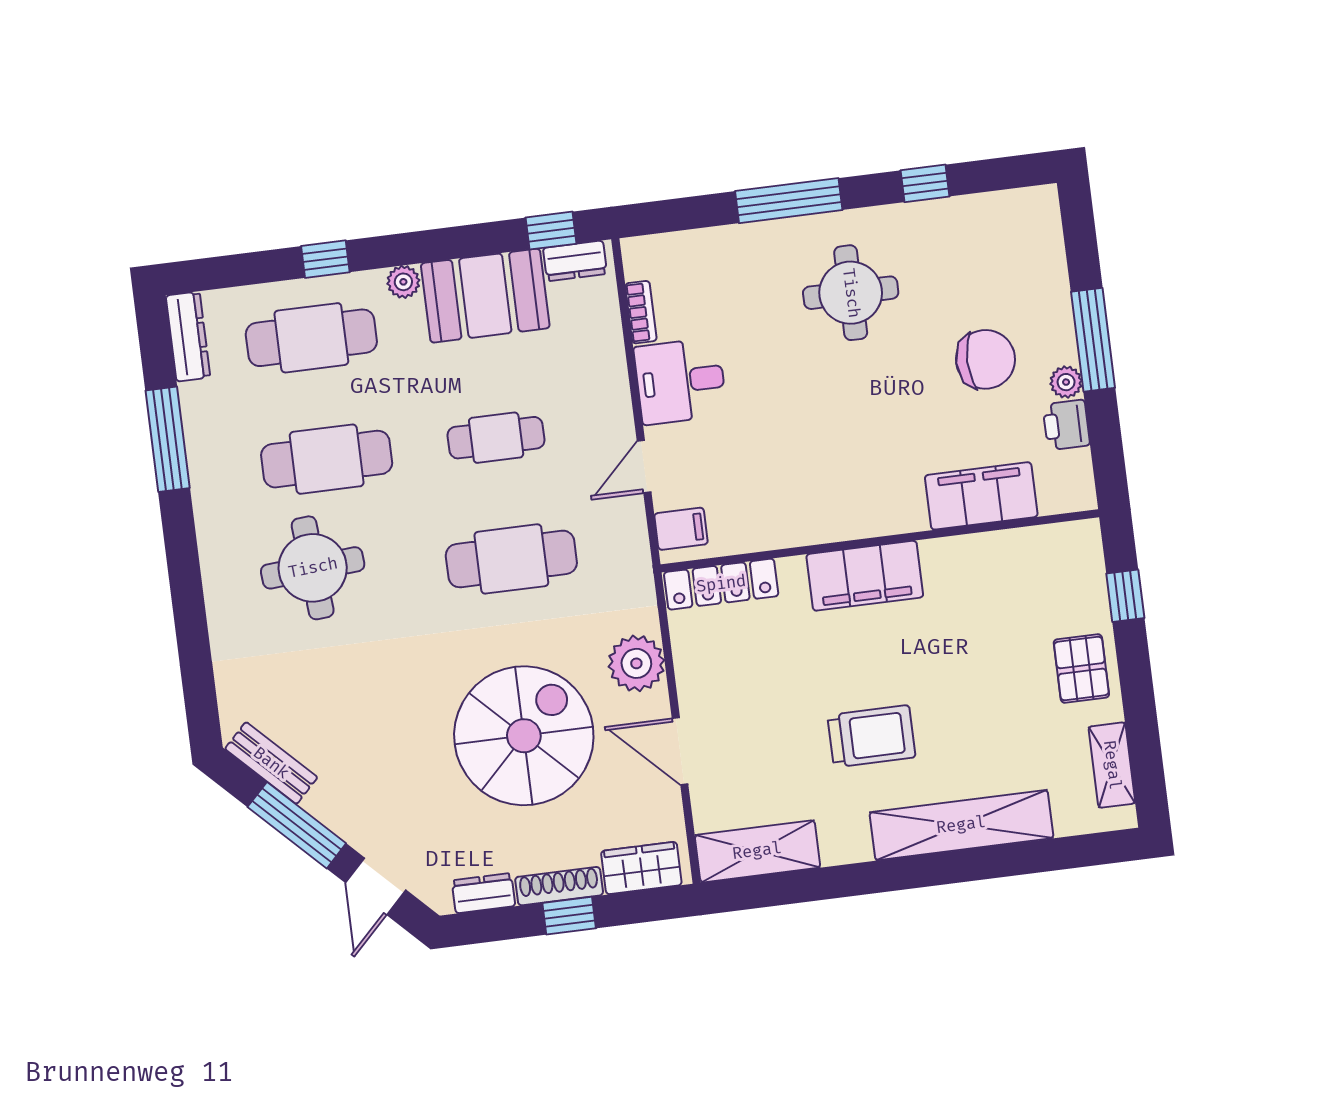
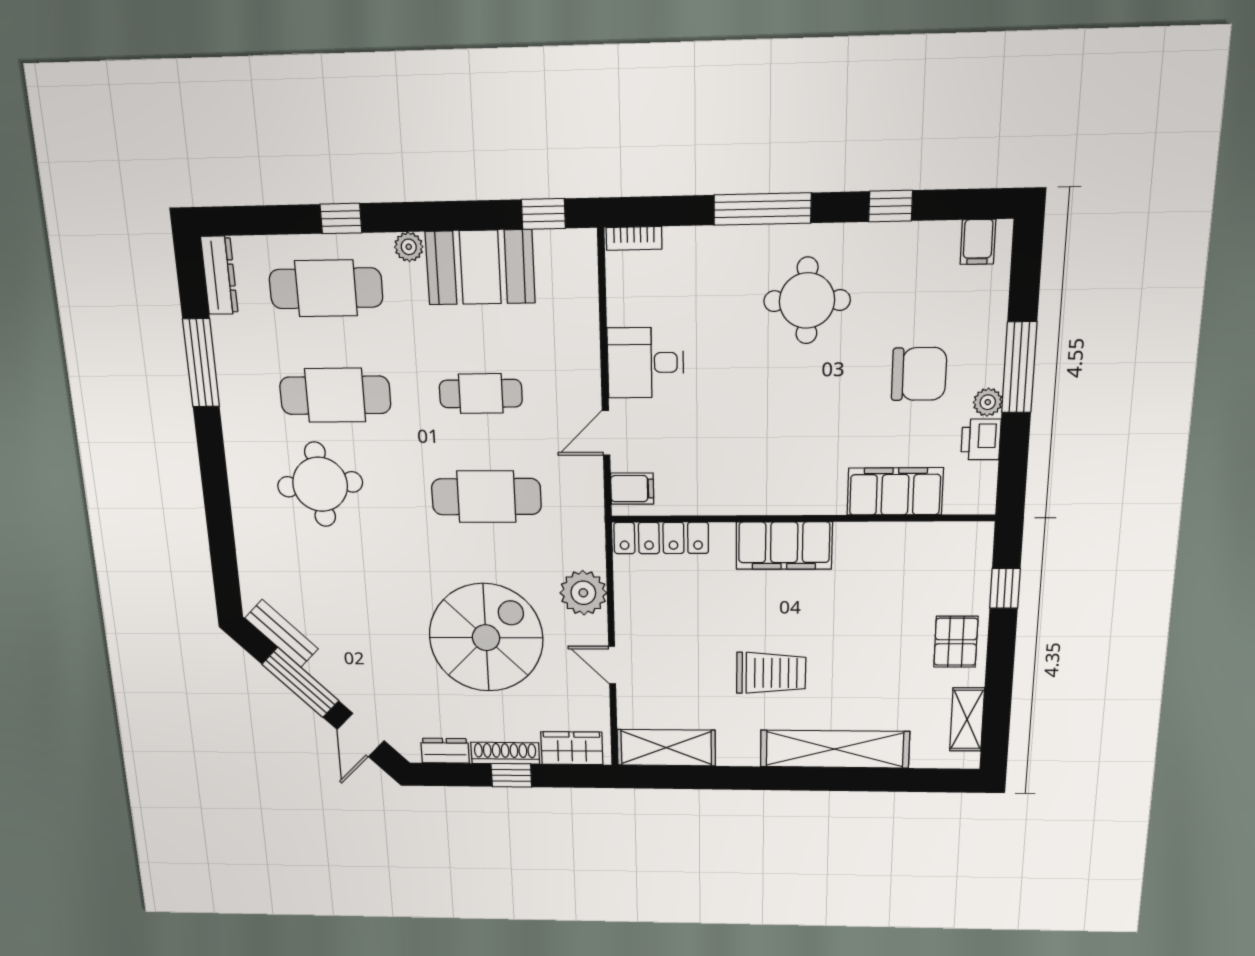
filing cabinet: (1024, 211) -> (978, 242), added
dresser: (575, 261) -> (563, 244), removed
bookcase: (641, 312) -> (634, 238), moved, turned 90
door: (680, 751) -> (612, 665), width x0.73

